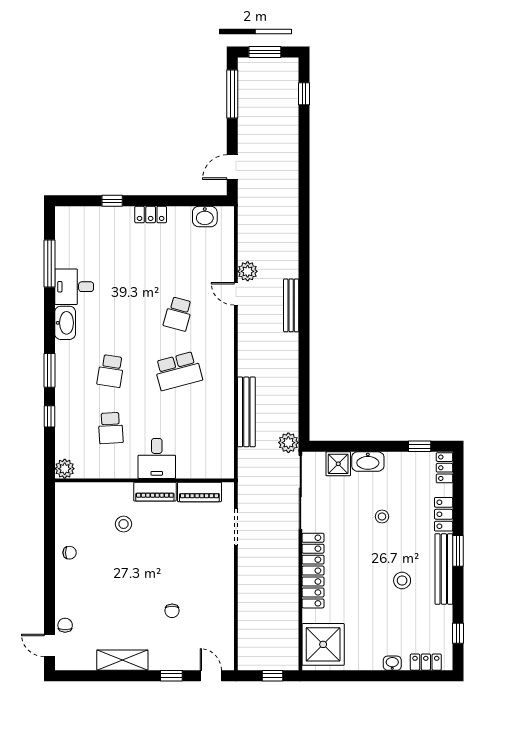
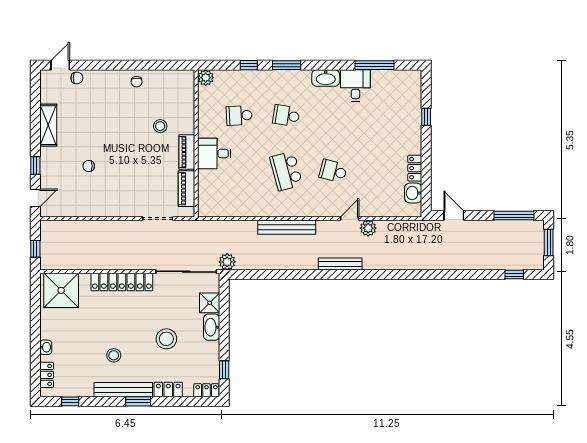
locker: (151, 215) -> (415, 168), moved
bench: (246, 412) -> (287, 227), moved
stool: (382, 516) -> (166, 339), width x1.89, depth x1.89

